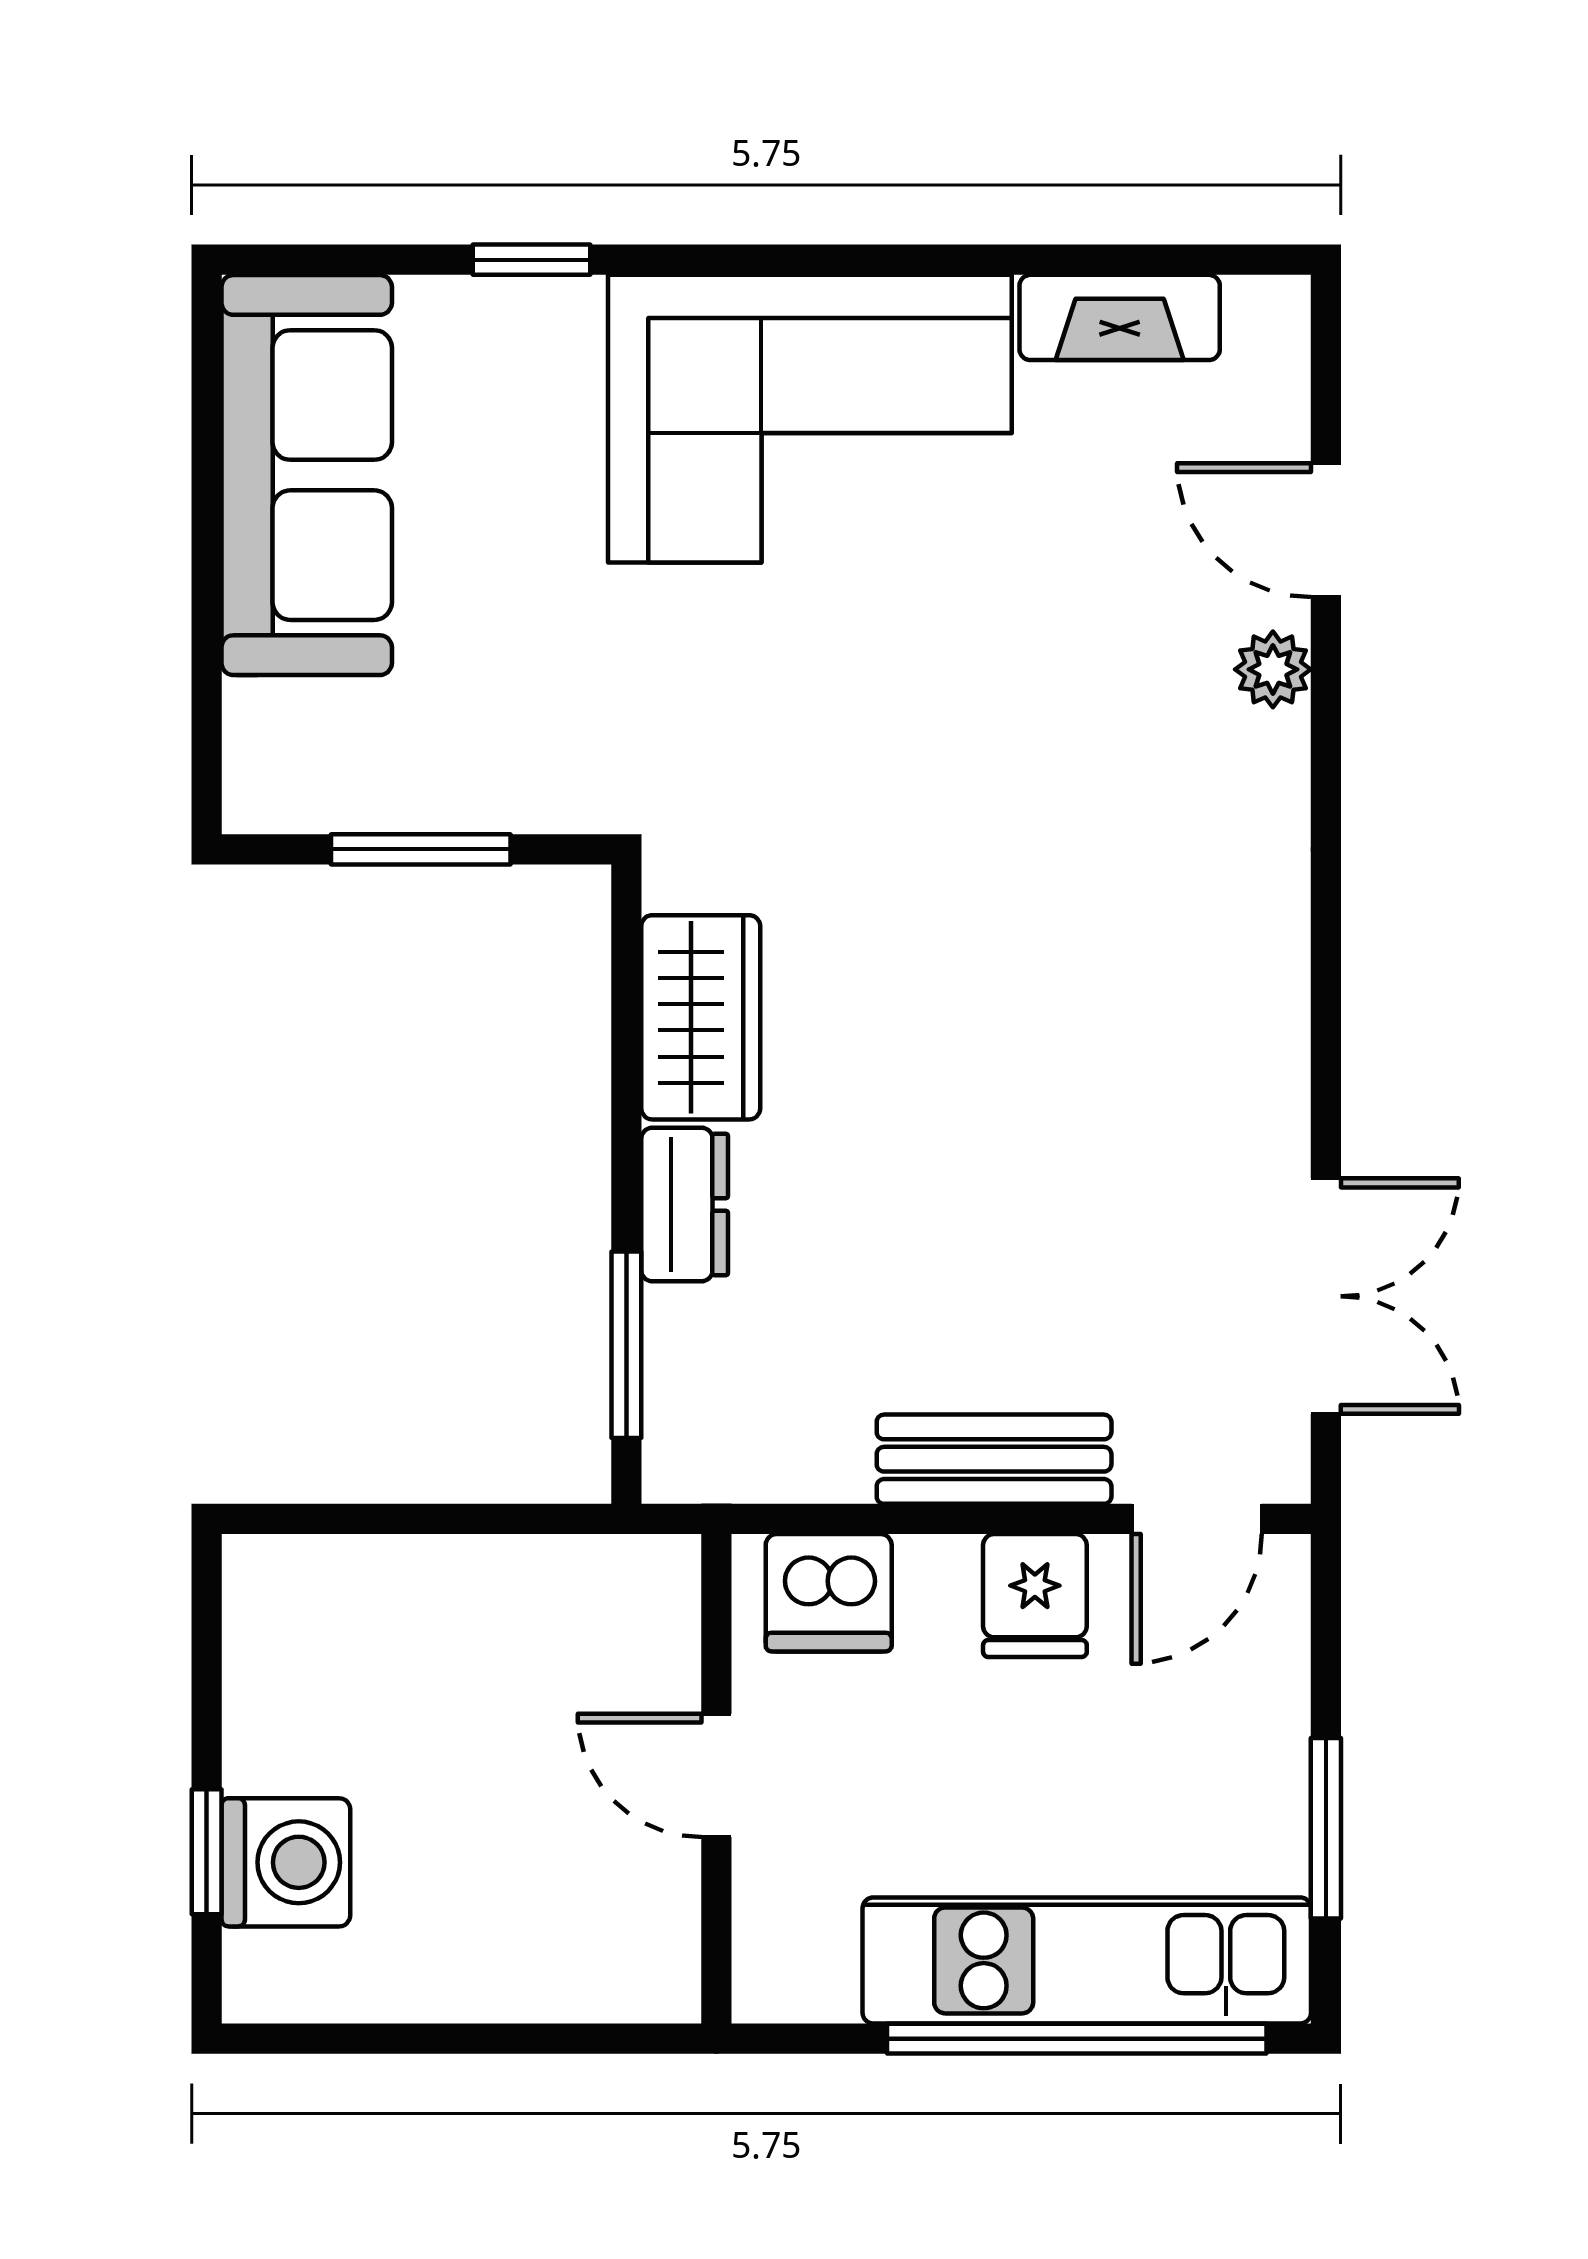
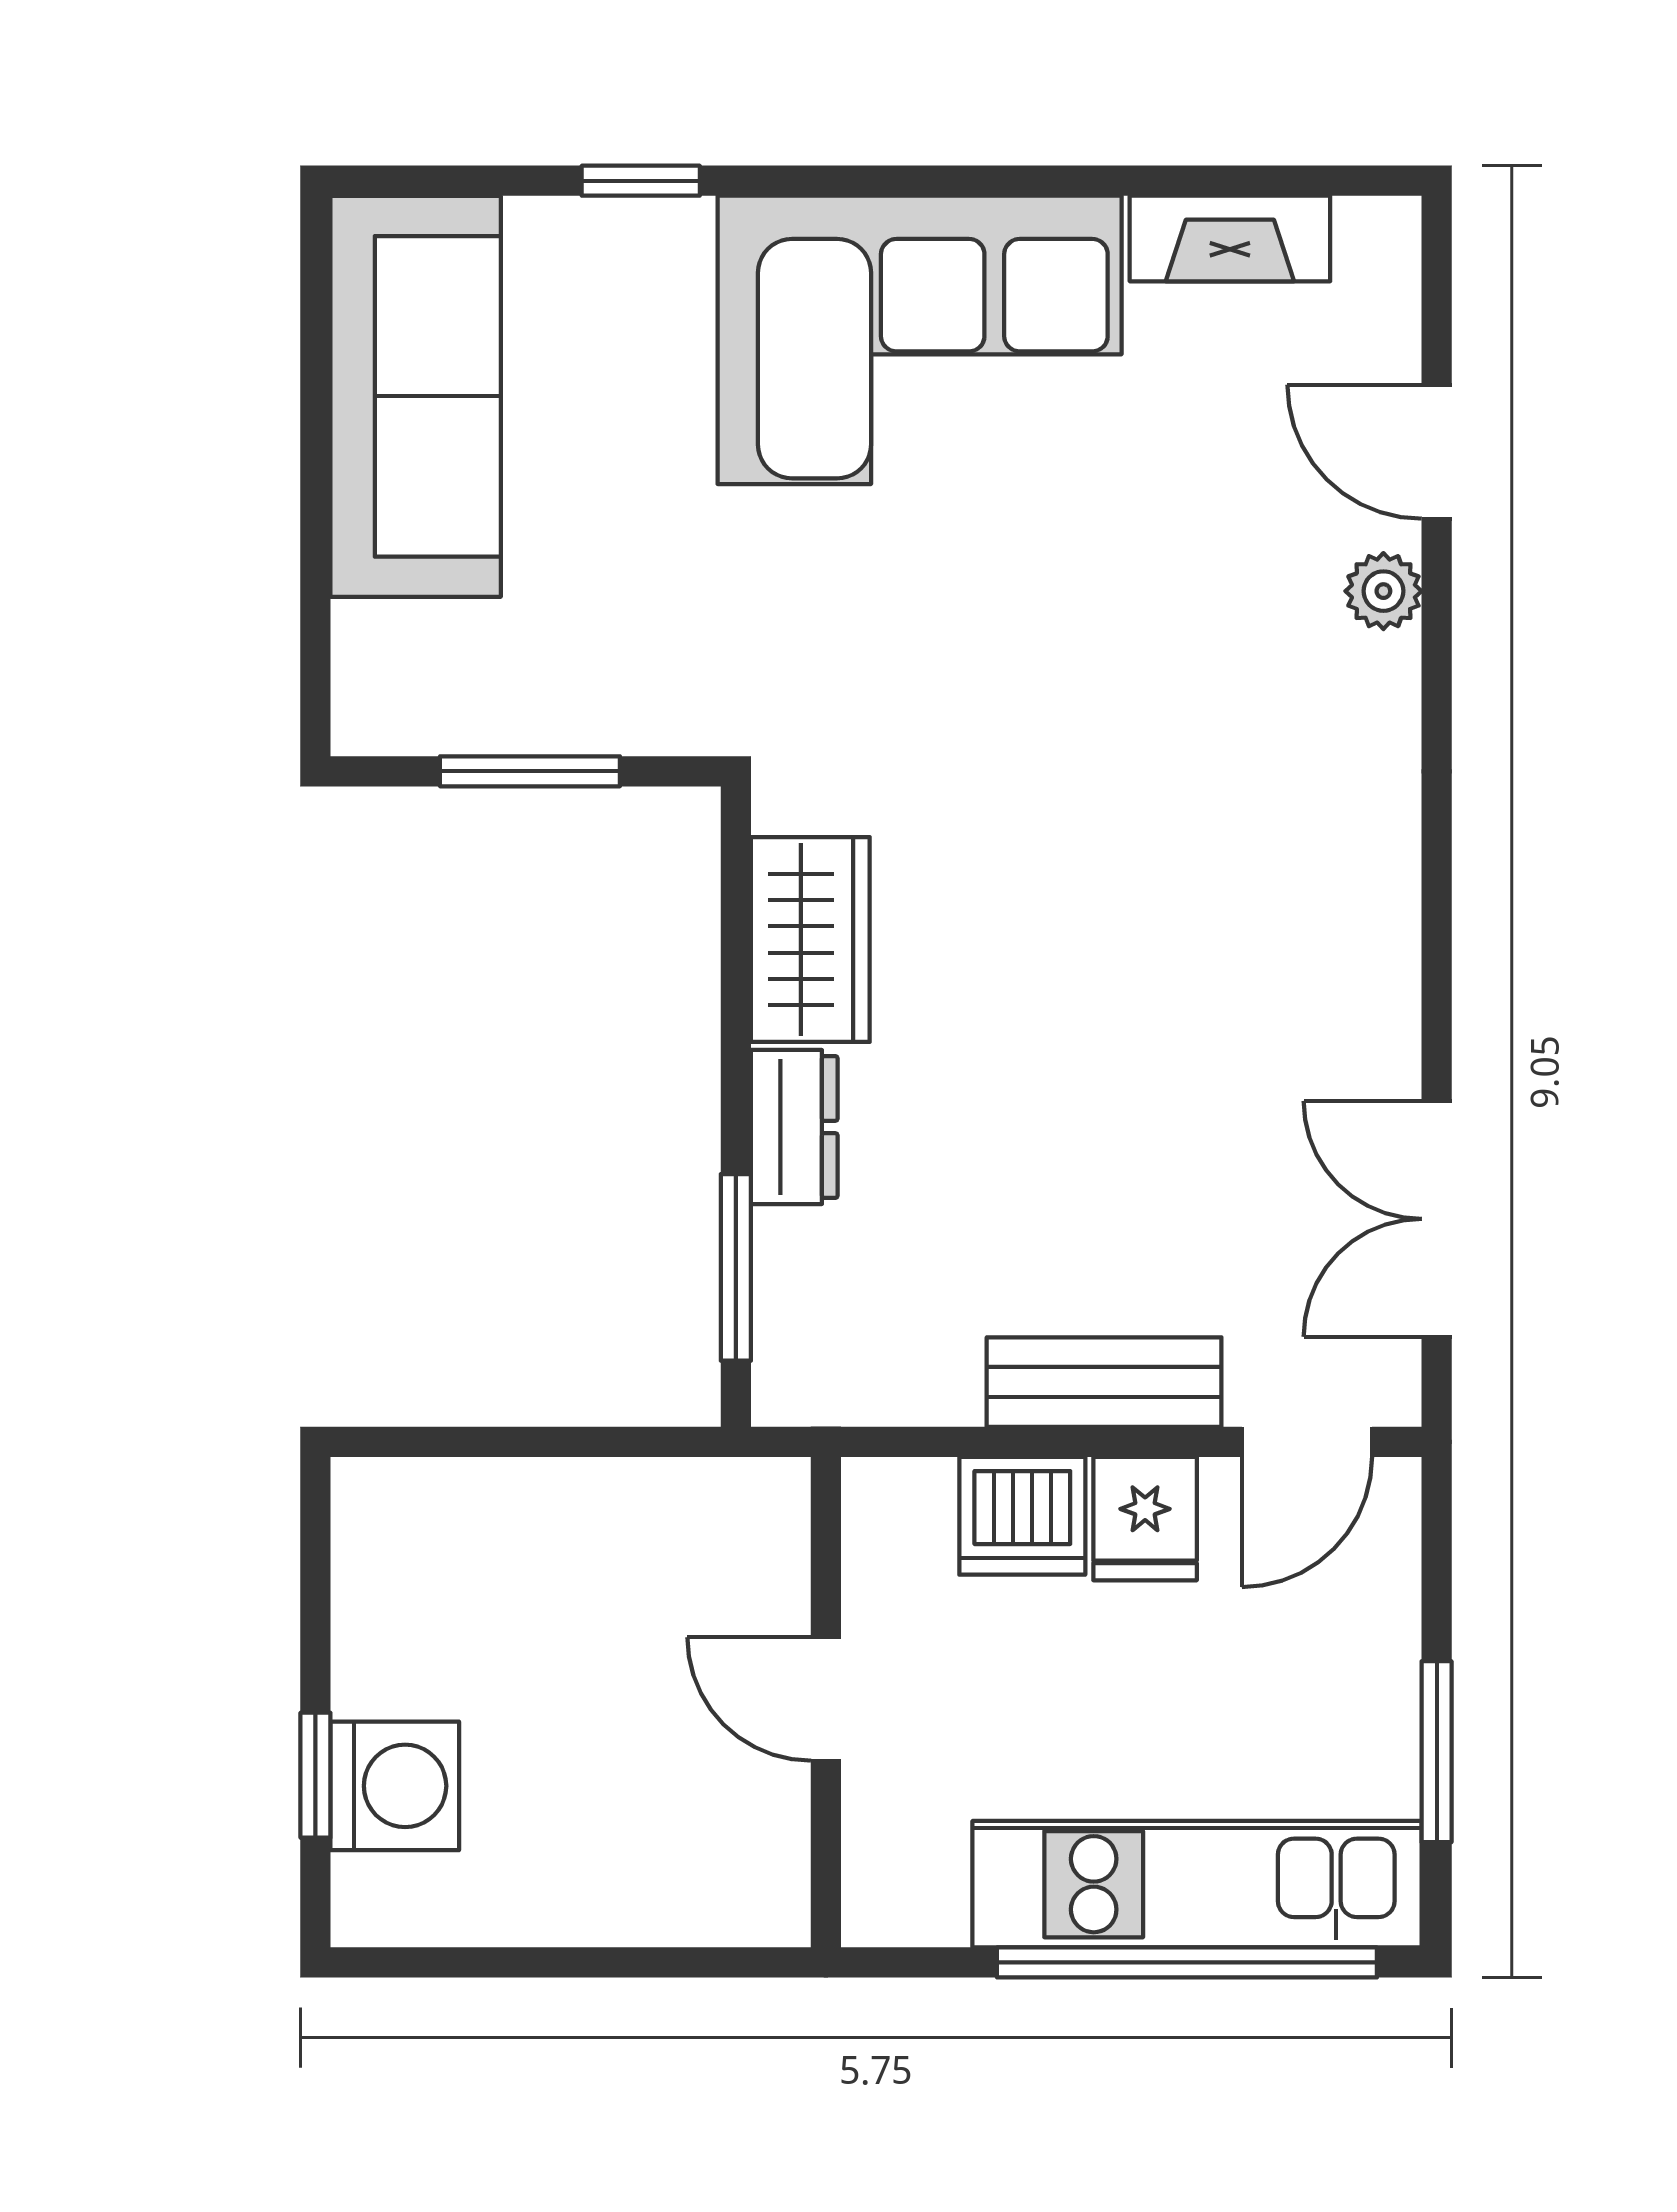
double door: (1326, 1296) -> (1437, 1219), swing flipped
dishwasher: (829, 1593) -> (1022, 1516), moved

